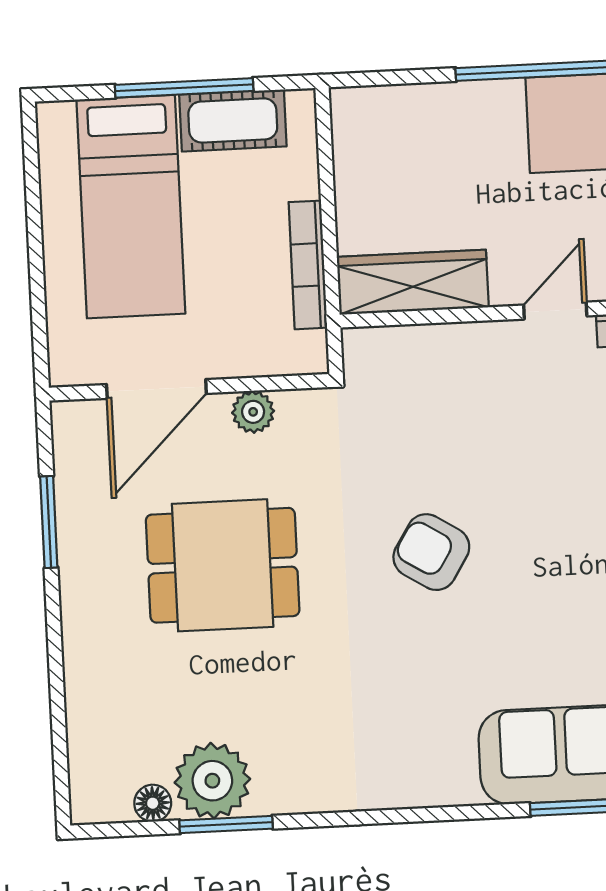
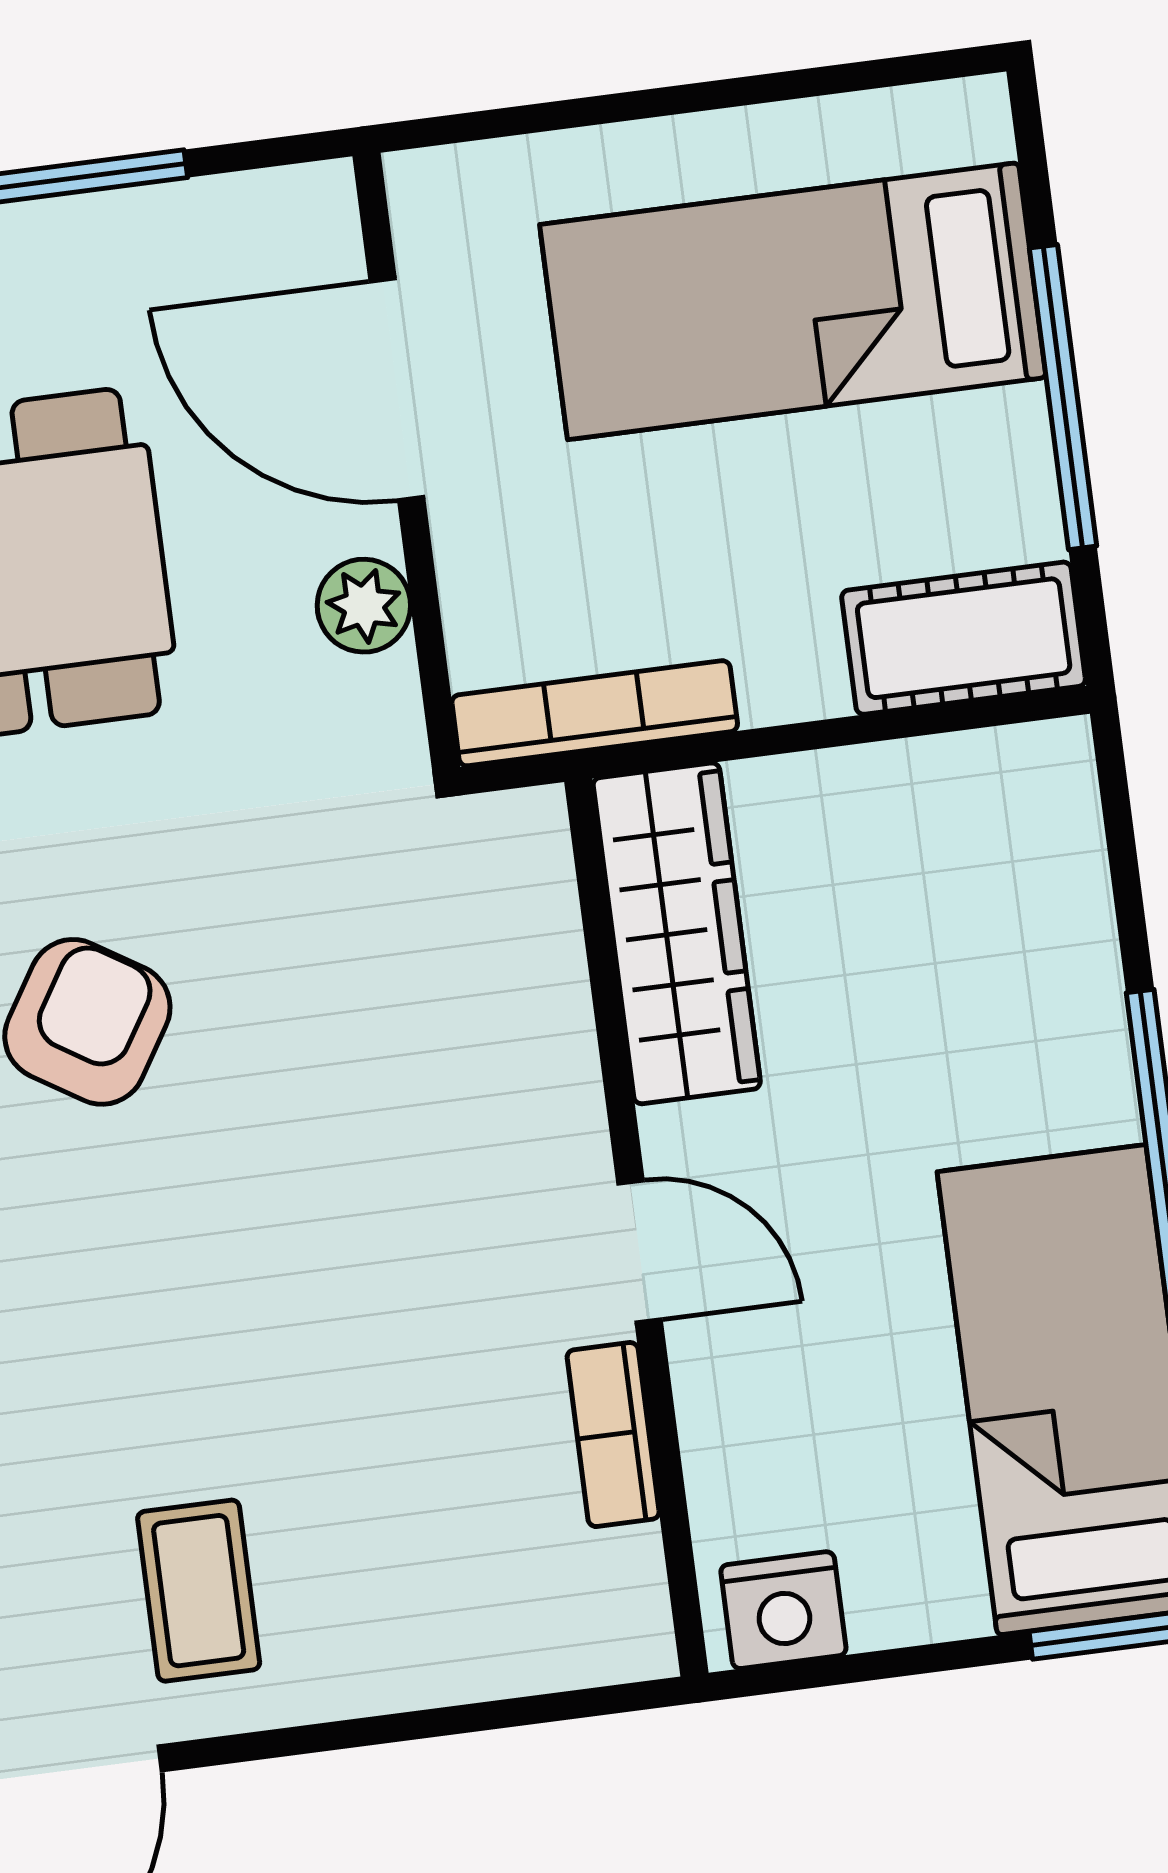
cot: (233, 120) -> (964, 638), moved, turned 90
bookcase: (308, 265) -> (595, 713), moved

